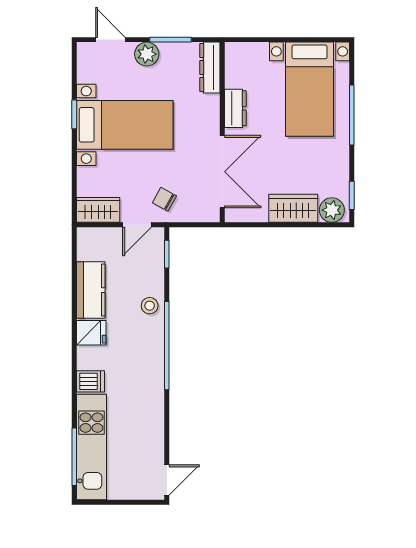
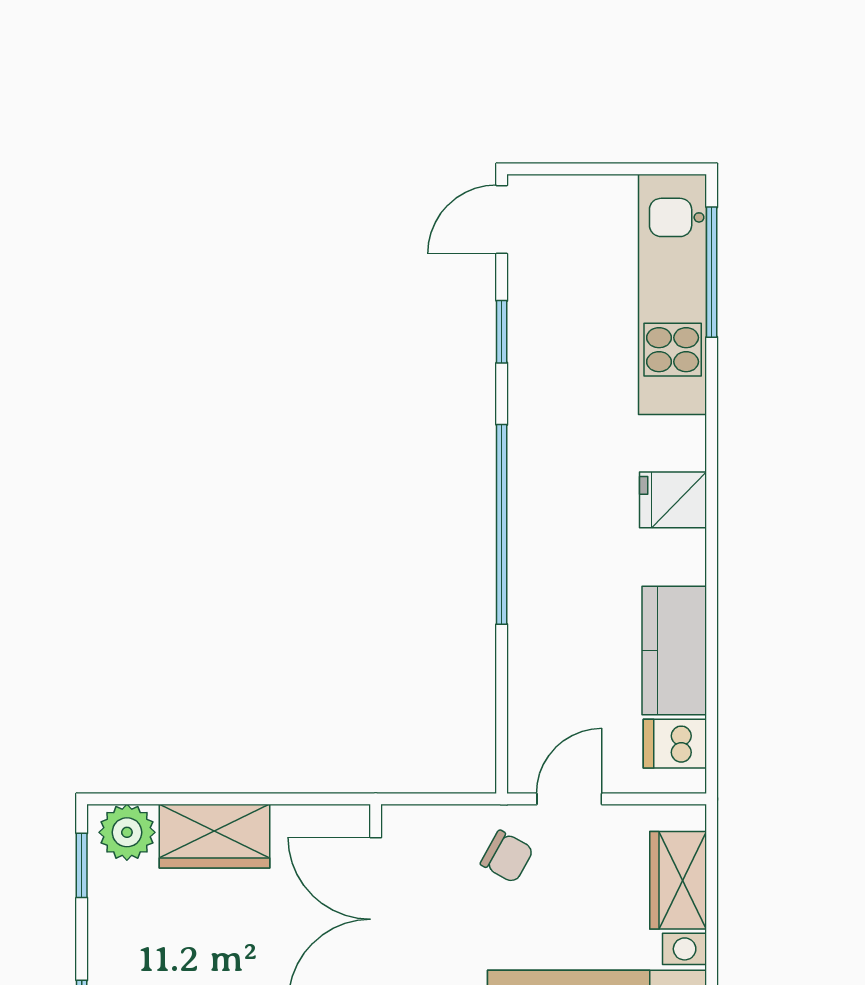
wardrobe: (98, 210) -> (678, 880), moved, turned 90
window: (167, 254) -> (502, 332), moved
stool: (150, 306) -> (541, 615), removed
fridge: (91, 333) -> (673, 500), moved
dishwasher: (90, 381) -> (675, 744), moved

